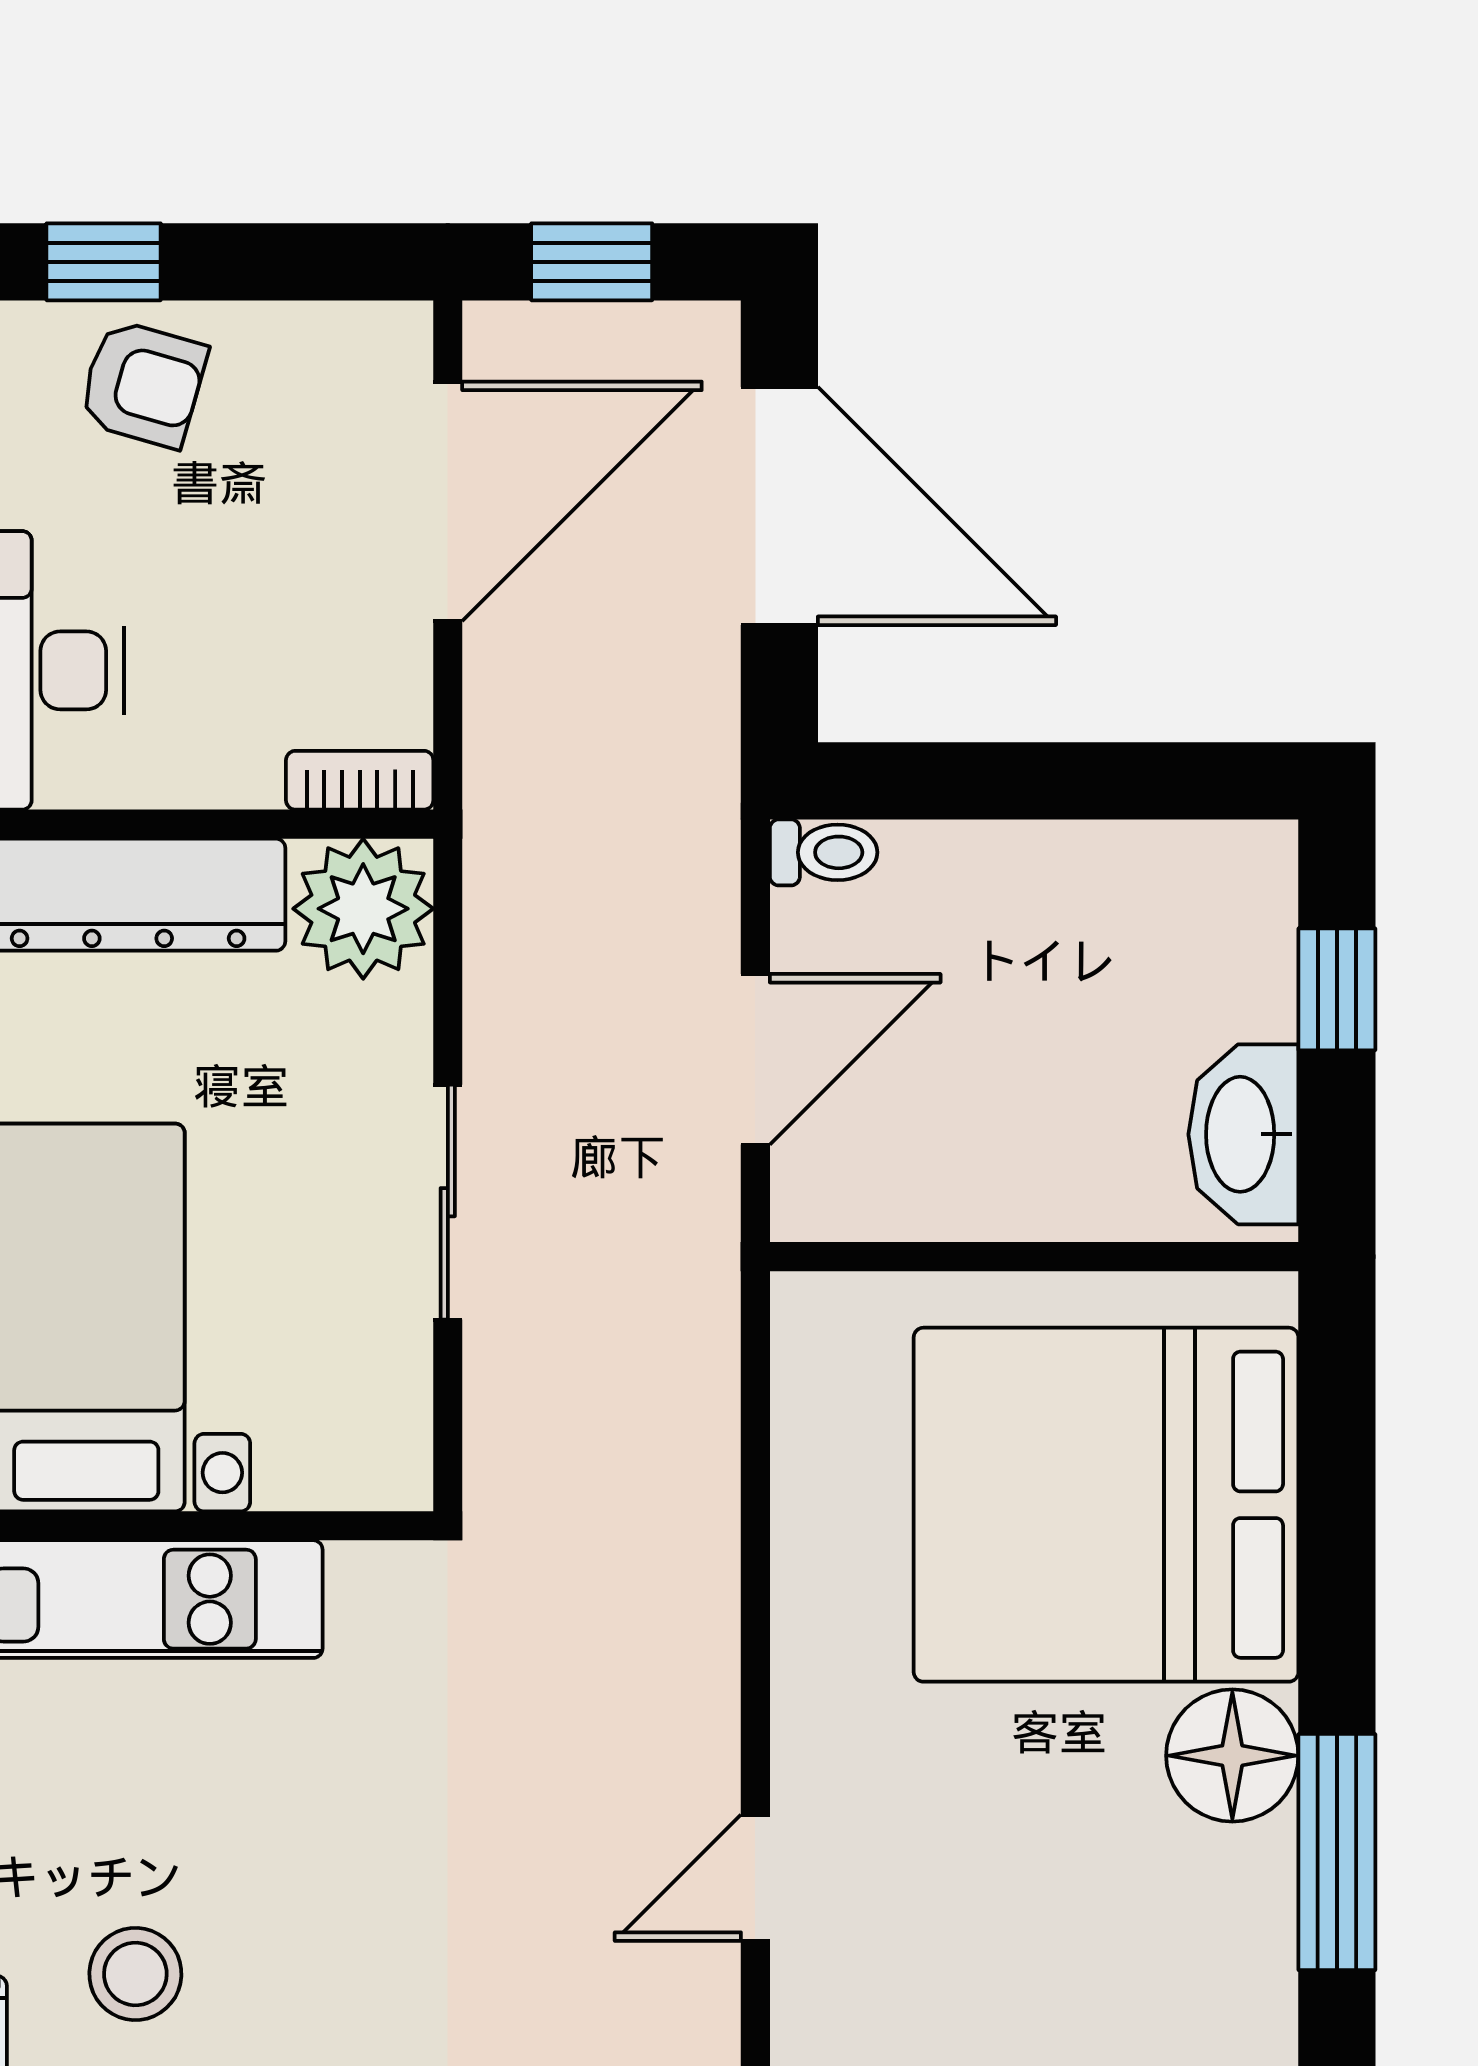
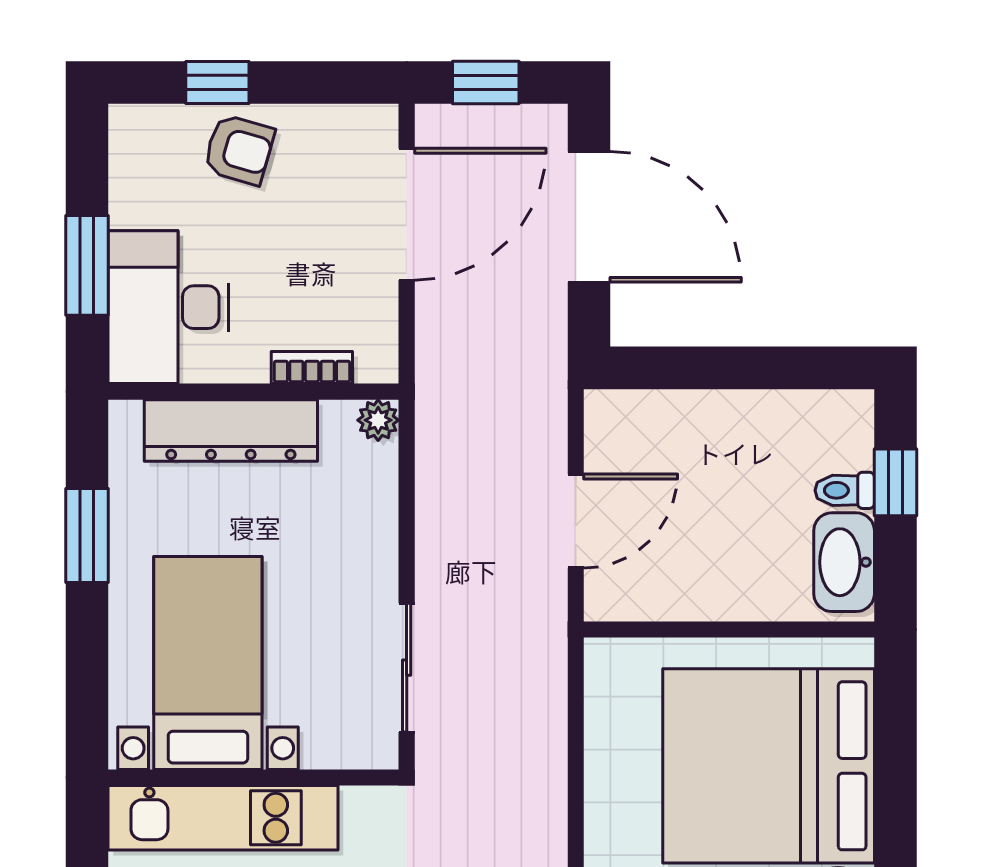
bookcase: (360, 780) -> (312, 368), moved
toilet: (824, 852) -> (845, 490), moved, turned 180
plant: (363, 909) -> (378, 420), width x0.53, depth x0.53
sliding door: (448, 1202) -> (407, 668), moved

